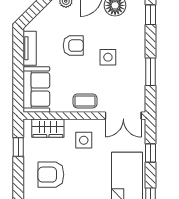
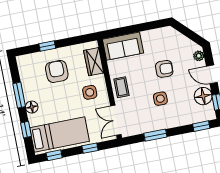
armchair: (73, 46) -> (164, 69), turned -88
tv unit: (30, 48) -> (155, 34), removed
window: (18, 147) -> (47, 46), moved

